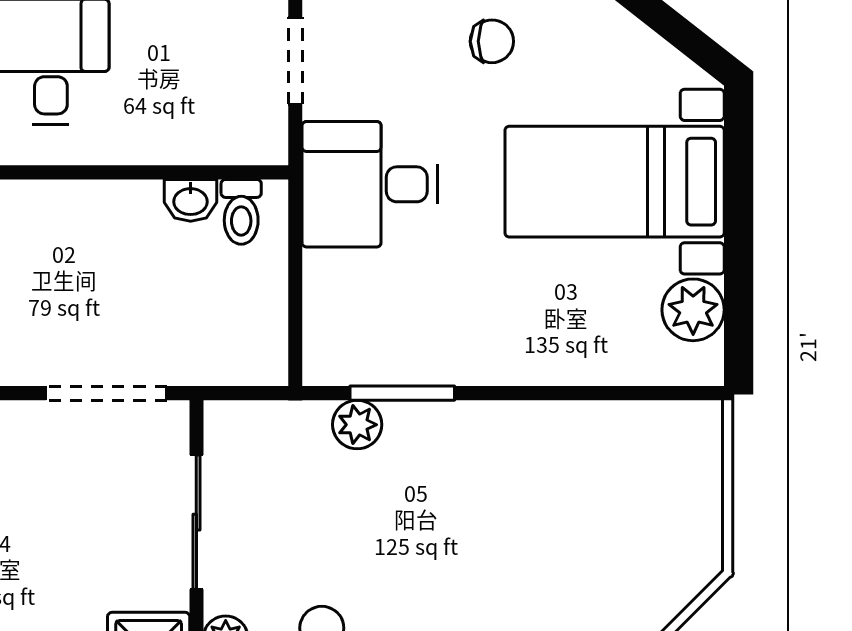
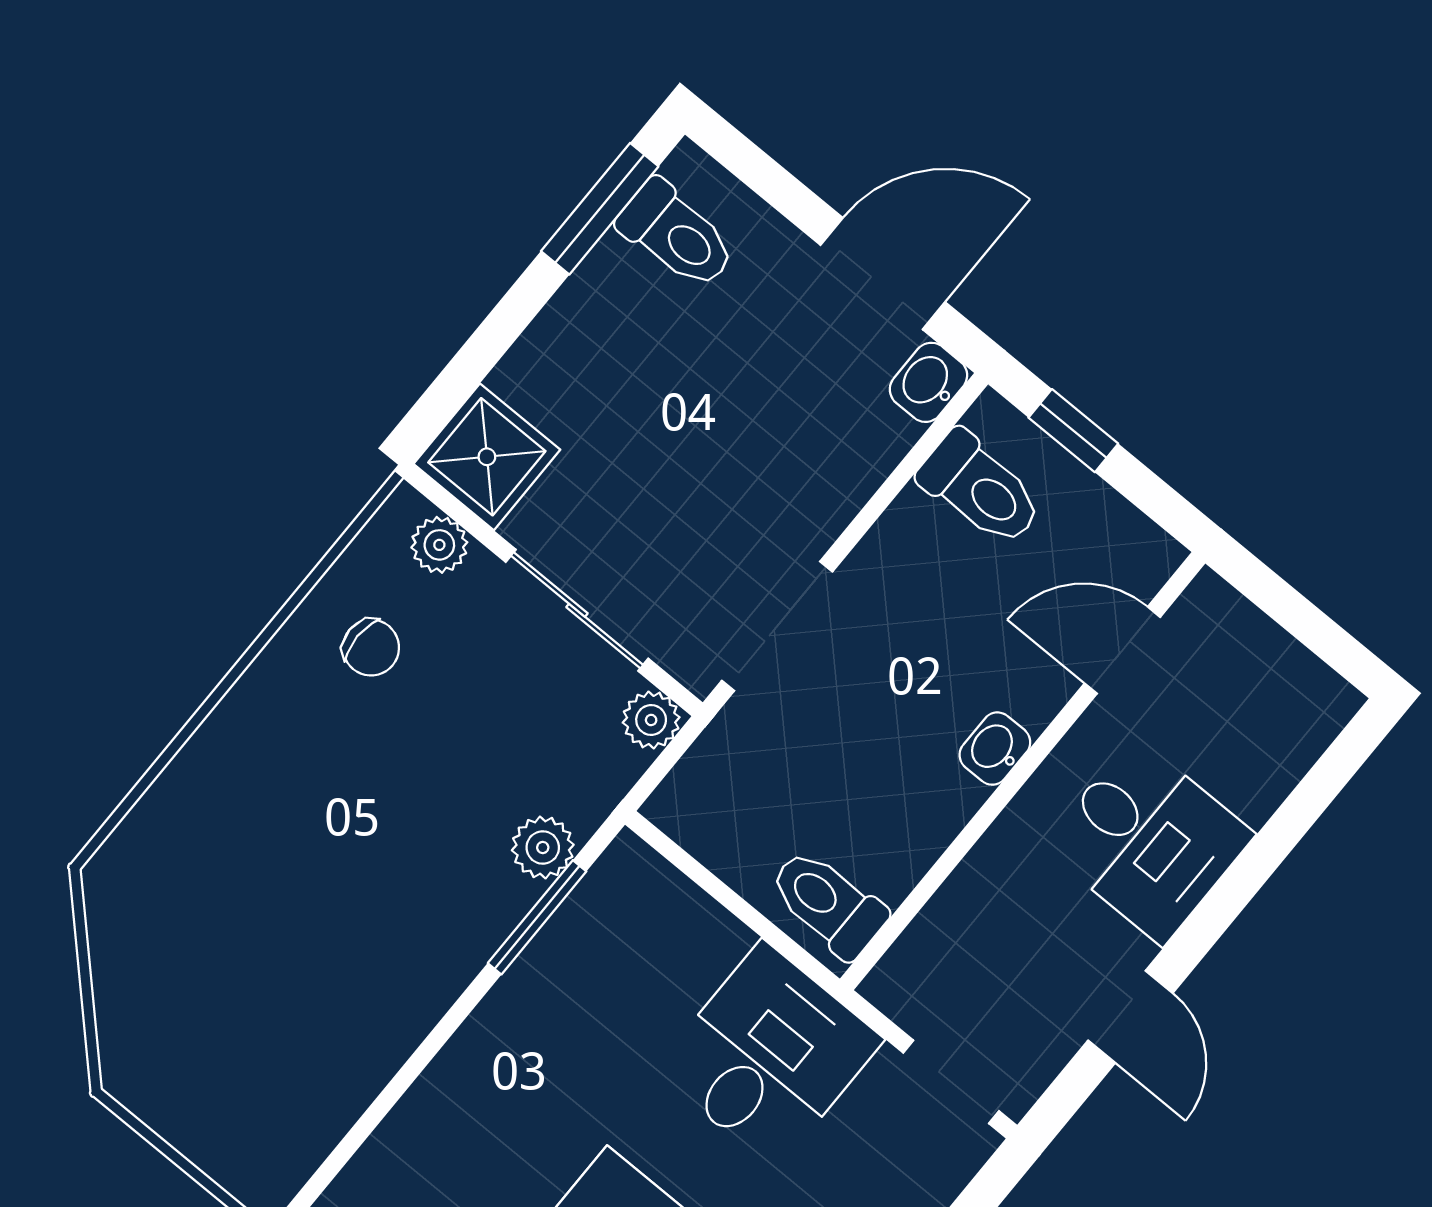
washbasin: (191, 200) -> (995, 749), moved
toilet: (241, 212) -> (828, 903), width x1.37, depth x1.39
plant: (226, 423) -> (651, 720), added

